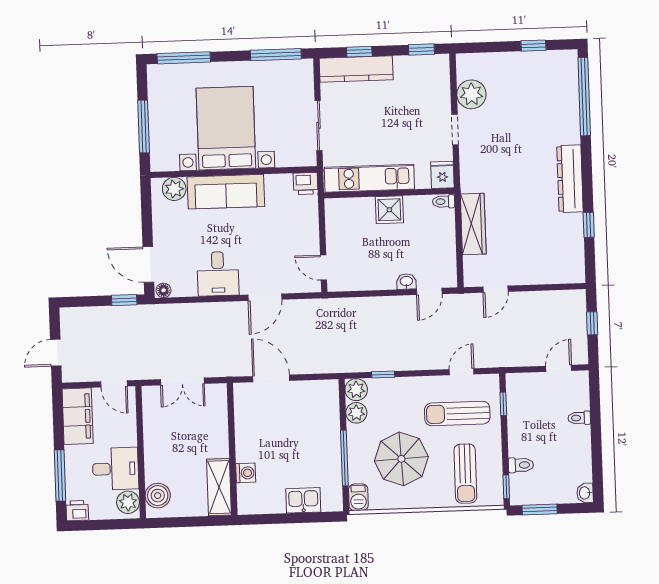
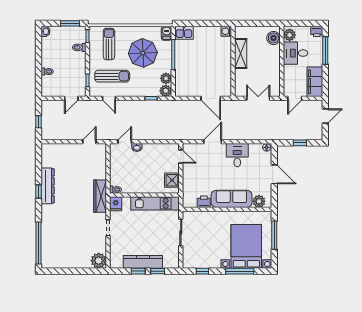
window: (533, 46) -> (65, 271), removed
window: (421, 49) -> (138, 271), moved
window: (276, 55) -> (202, 271), width x0.46
window: (184, 58) -> (240, 271), moved
kitchen counter: (356, 69) -> (143, 262), moved
plant: (471, 94) -> (99, 261), moved
bed with nightstands: (226, 128) -> (246, 246), moved, turned 180
dresser: (570, 179) -> (48, 186), moved
printer: (306, 183) -> (204, 202), moved
shower: (389, 210) -> (172, 180), moved
wardrobe: (473, 224) -> (100, 196), moved
window: (589, 225) -> (39, 192), moved
door: (148, 265) -> (274, 174), moved
window: (124, 300) -> (300, 143), moved
door: (559, 368) -> (71, 98), moved
door: (462, 372) -> (109, 98), hinge flipped
door: (114, 384) -> (295, 98), swing flipped
washing machine: (246, 473) -> (226, 31), moved
shelving: (219, 487) -> (241, 53), moved
kitchen sink: (303, 500) -> (184, 33), moved

